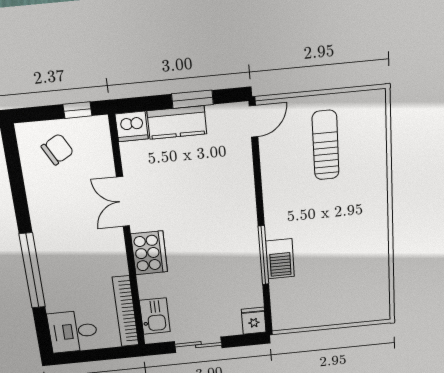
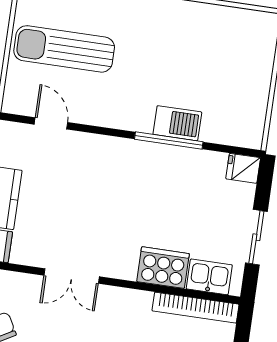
door: (253, 121) -> (51, 123), moved
sun lounger: (326, 145) -> (64, 49), width x1.36, depth x1.34
cooker: (149, 253) -> (163, 268), moved

